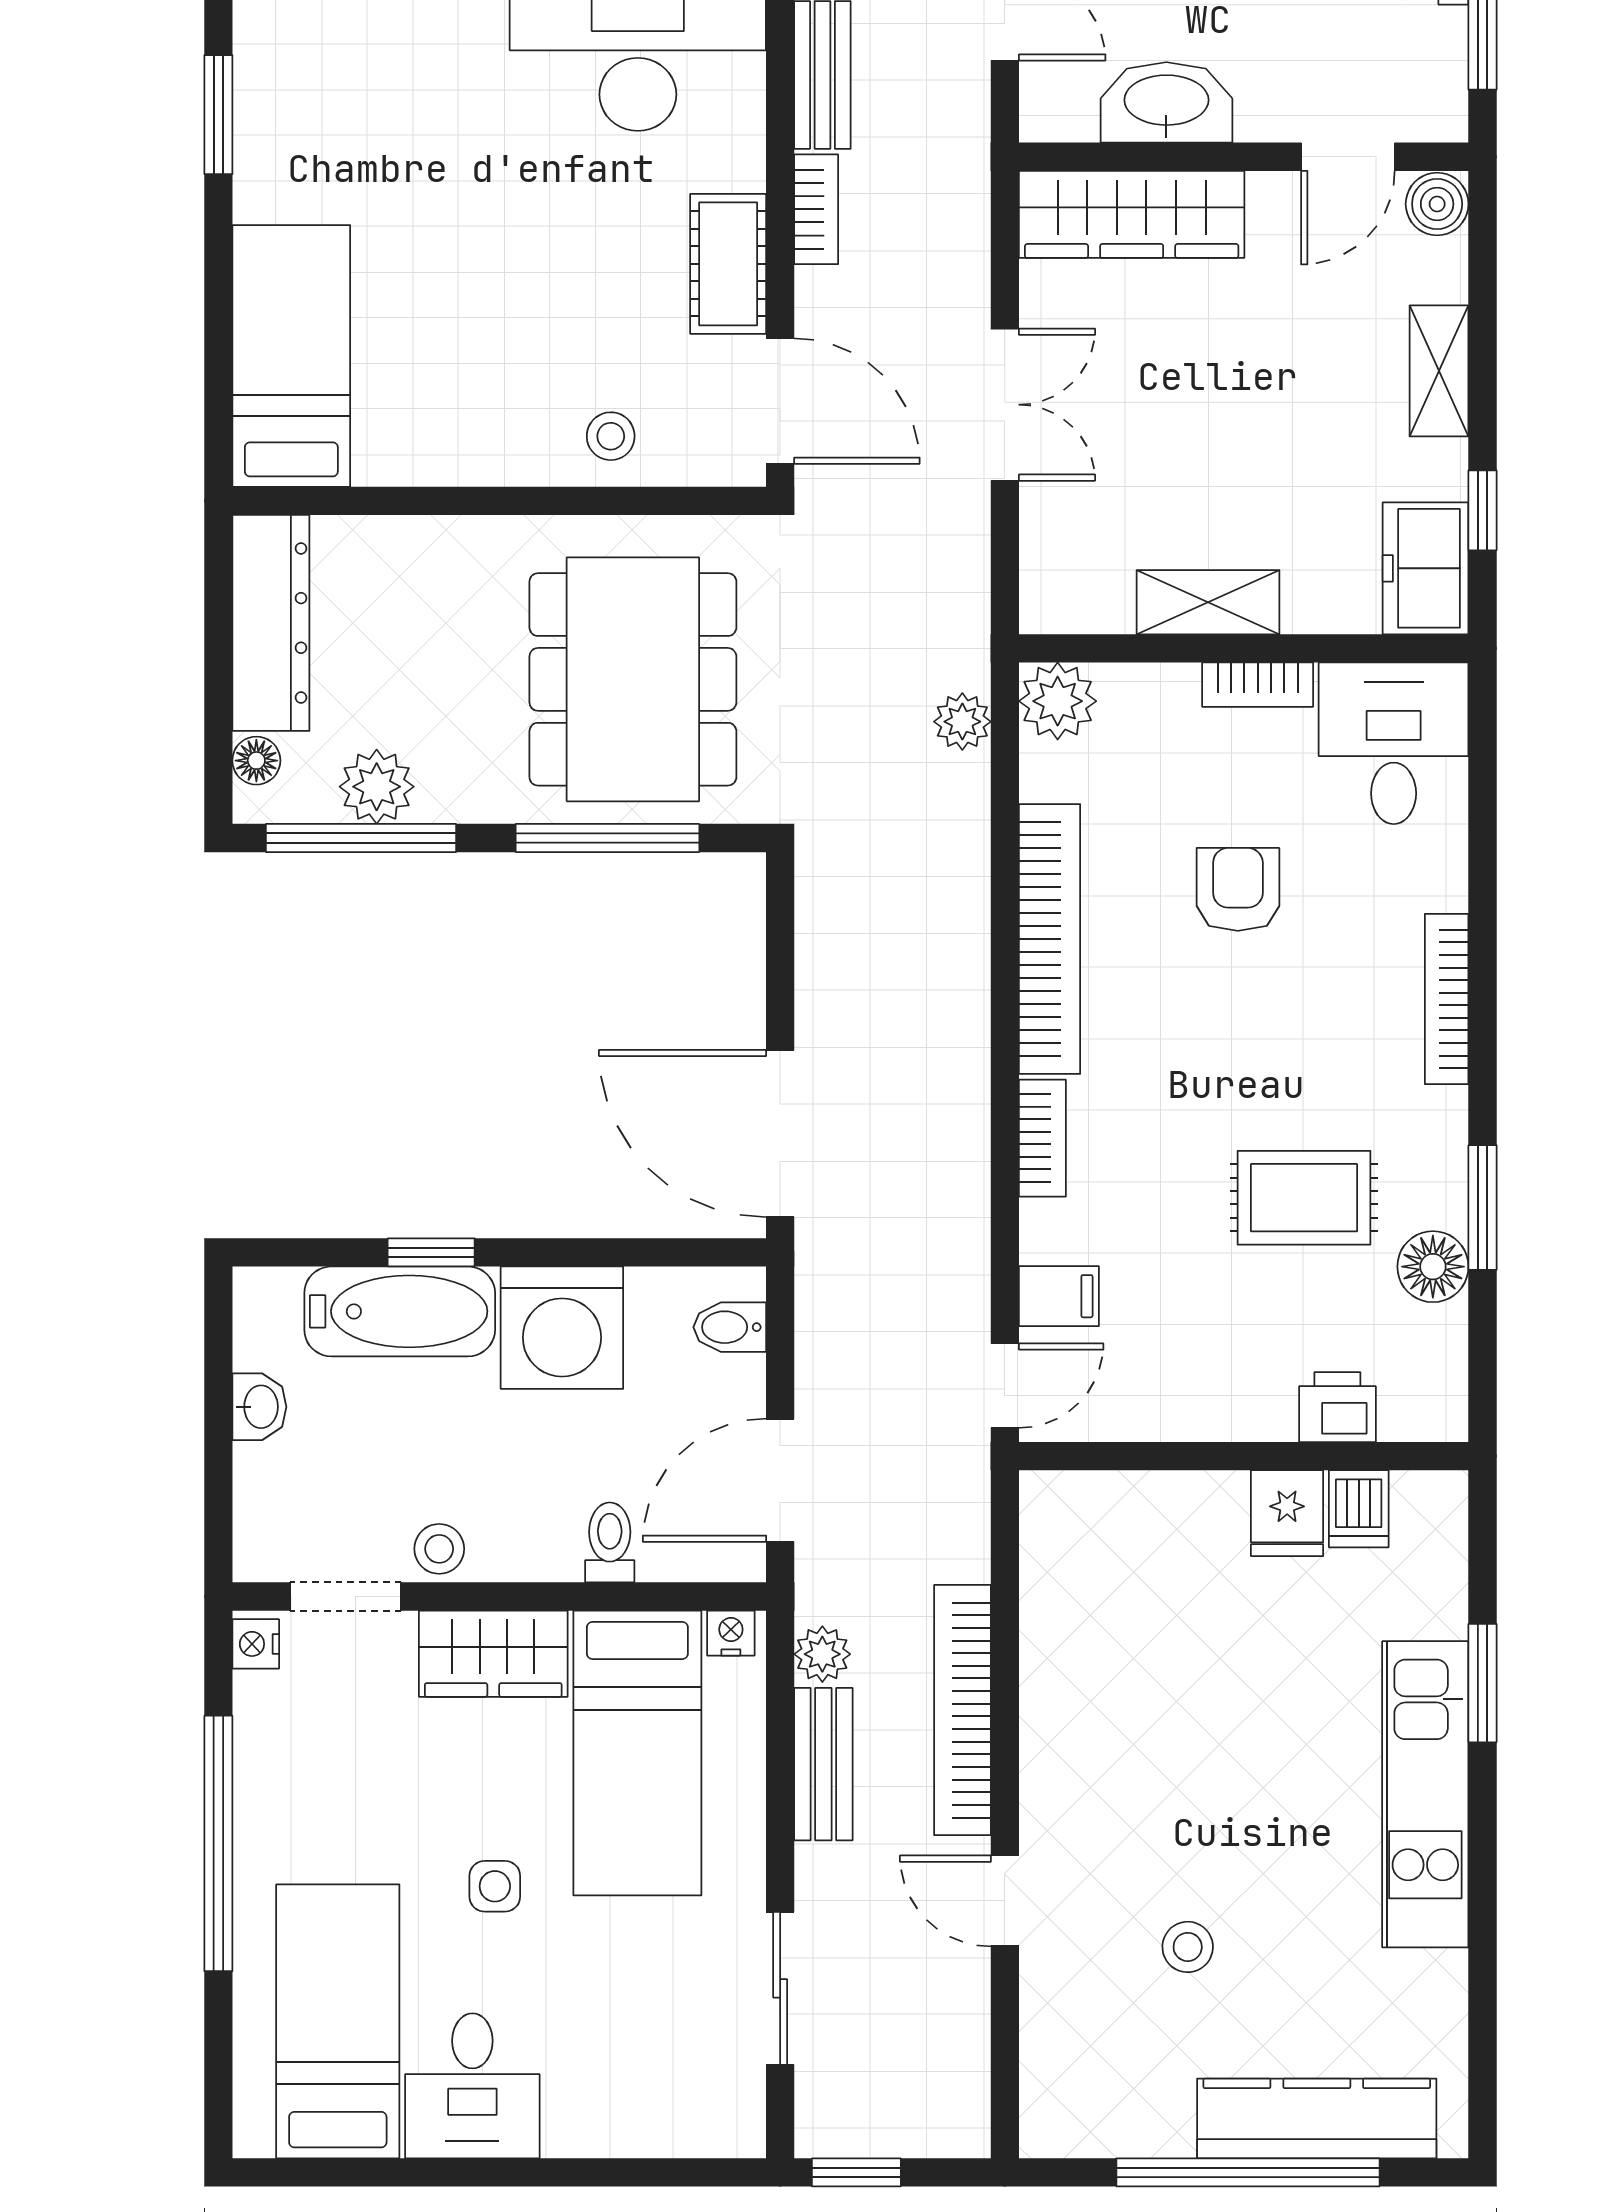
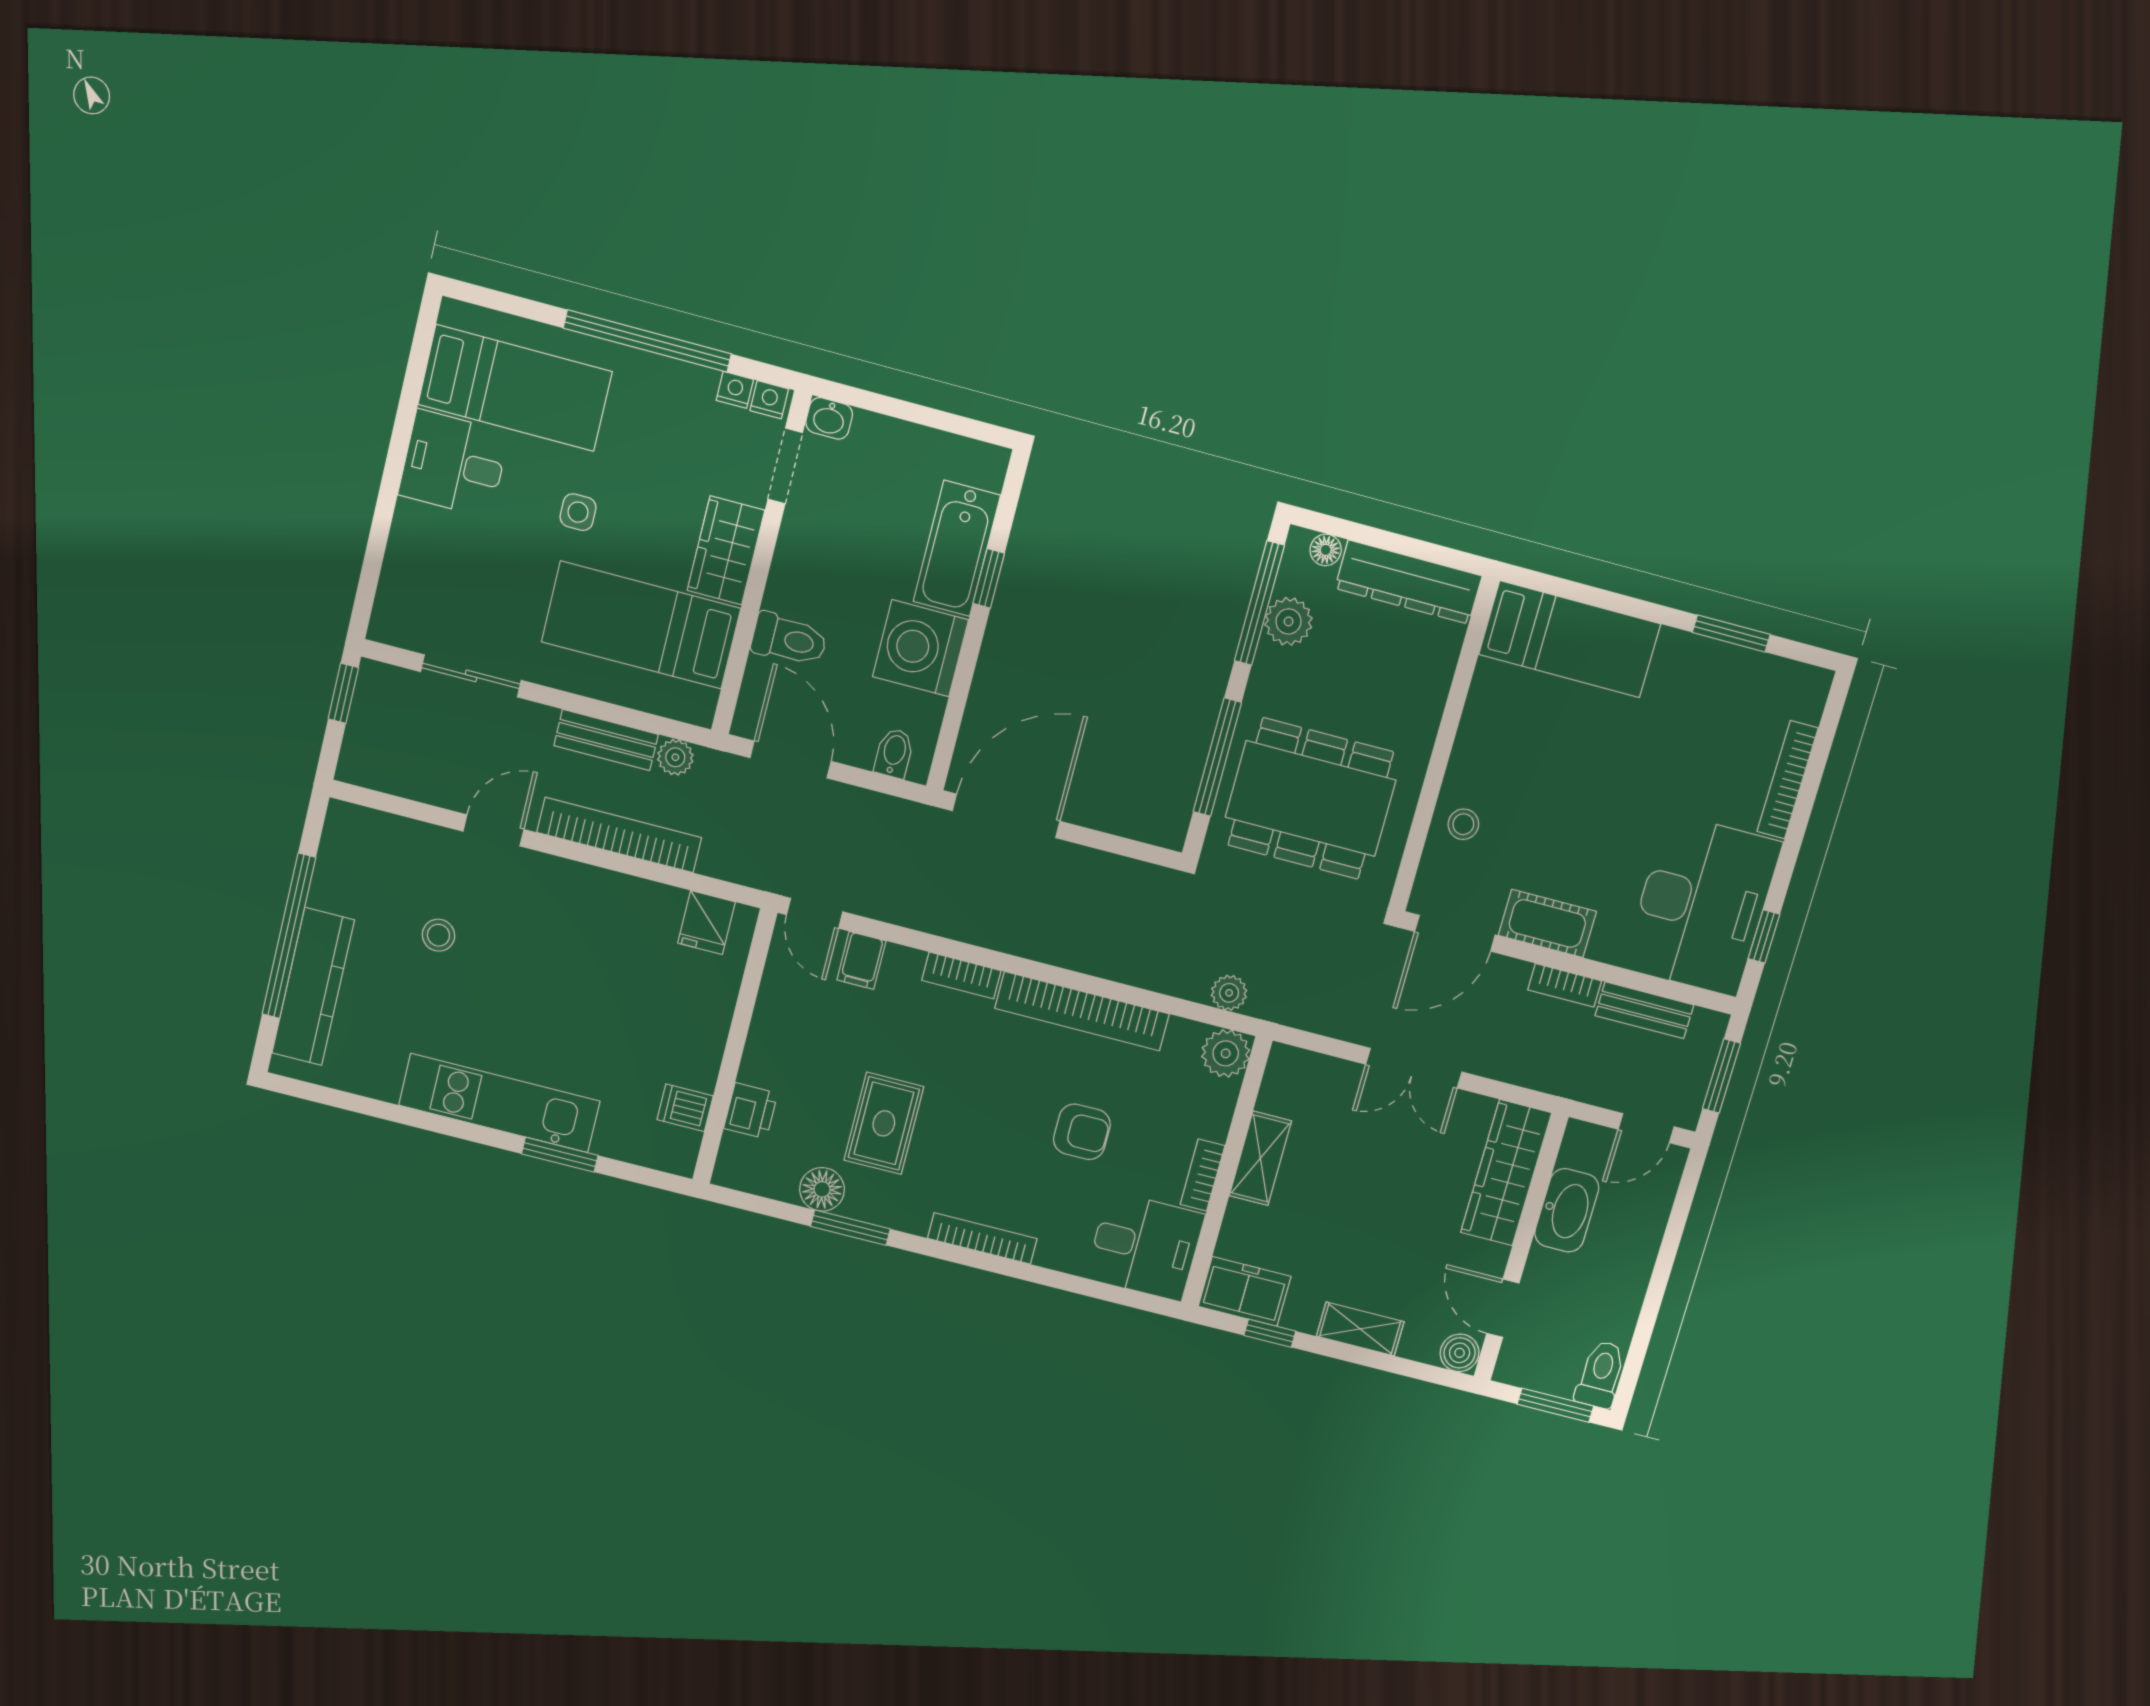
washbasin: (259, 1407) -> (829, 418), moved
fridge: (1287, 1513) -> (707, 923), moved, turned -90
toilet: (610, 1542) -> (789, 639), width x1.37, depth x1.39
stool: (439, 1549) -> (801, 534), removed
nightstand: (731, 1633) -> (735, 390), moved, turned -90

